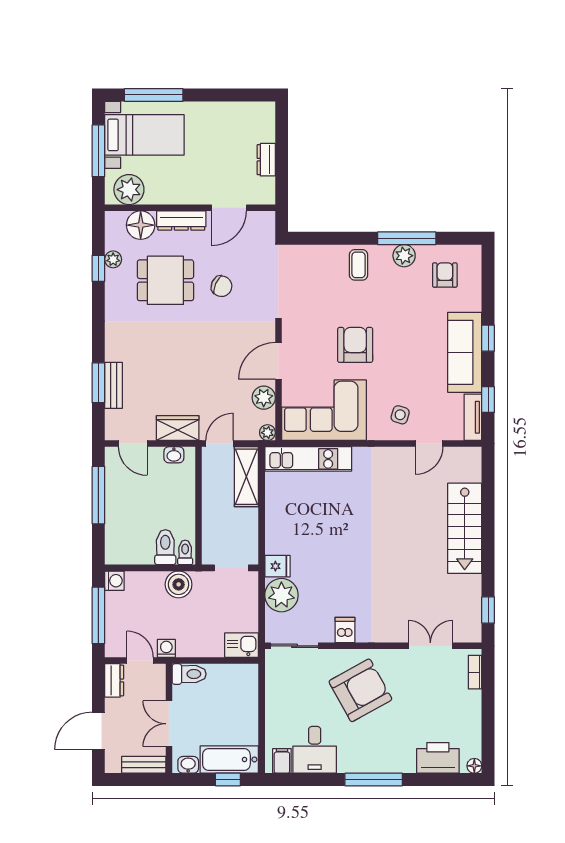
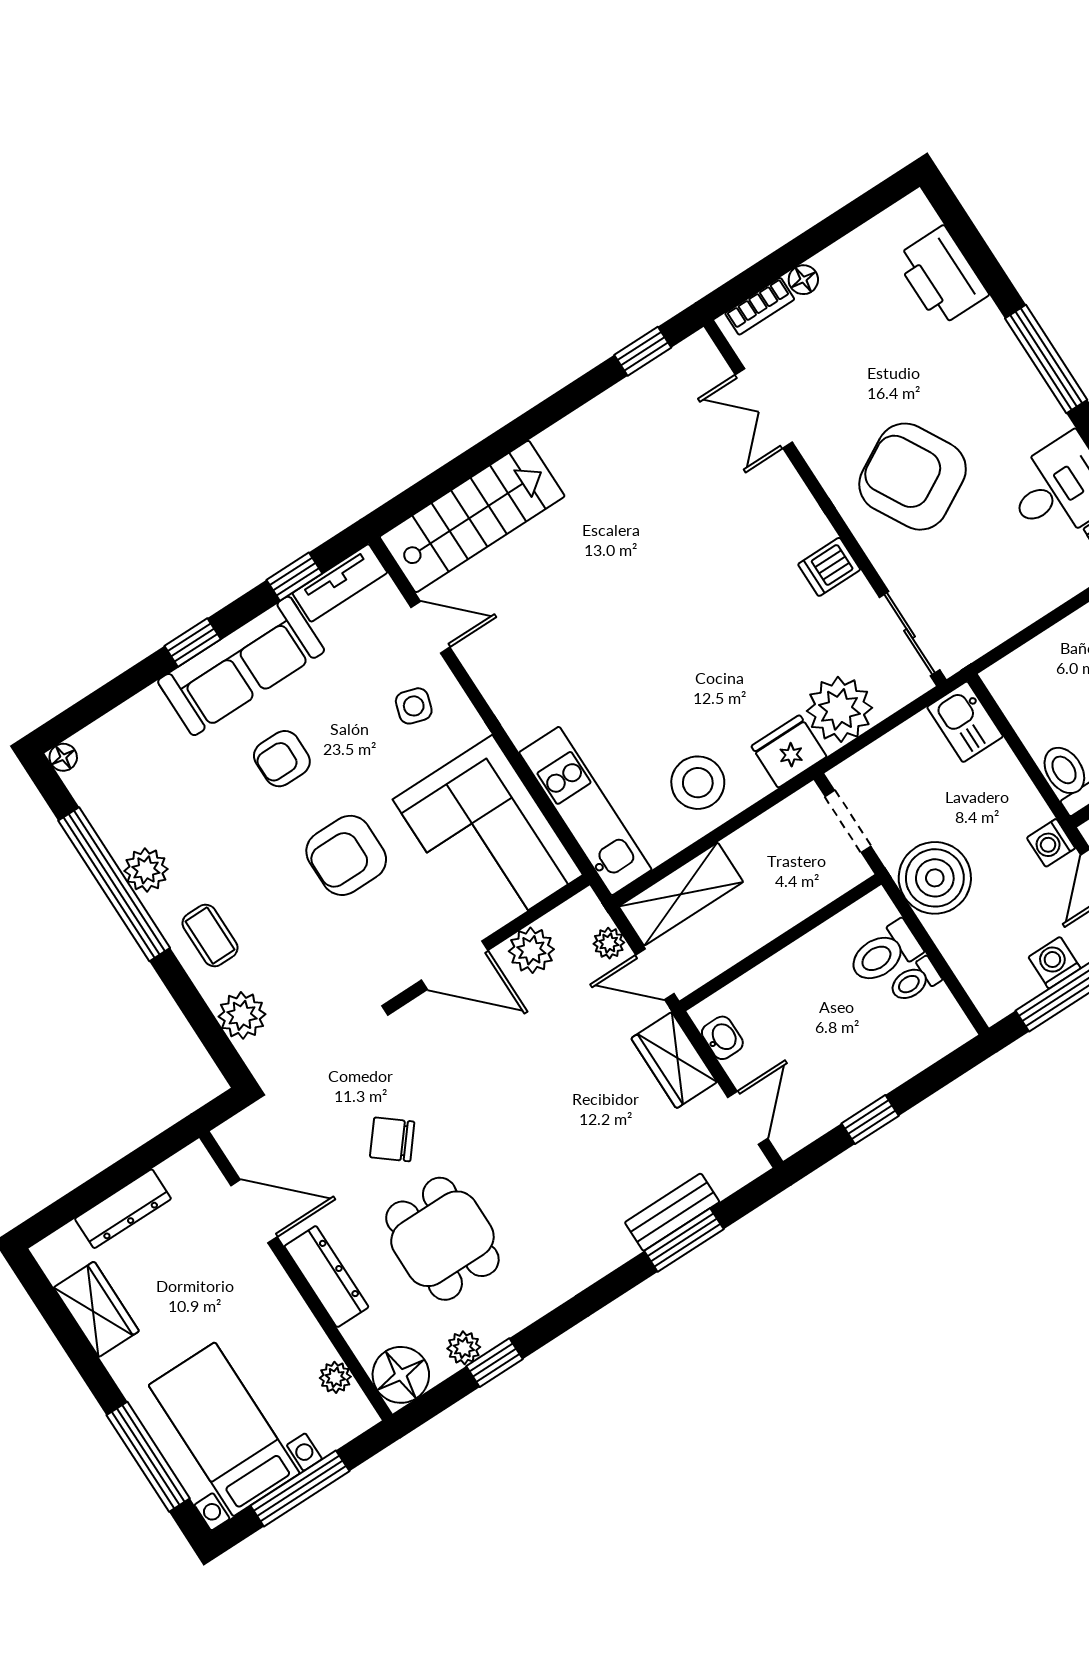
wardrobe: (231, 114) -> (96, 1309), added
dresser: (266, 160) -> (123, 1209), width x1.44
plant: (129, 190) -> (335, 1377), width x0.53, depth x0.53
floor lamp: (141, 225) -> (401, 1375), moved
window: (407, 238) -> (114, 884), width x1.46
floor lamp: (475, 251) -> (63, 757), added
plant: (316, 256) -> (242, 1015), added
coffee table: (359, 265) -> (210, 935), turned 90
armchair: (445, 275) -> (282, 759), moved
chair: (222, 286) -> (392, 1139), turned -75
plant: (267, 433) -> (609, 943), moved
window: (98, 495) -> (870, 1120), width x0.46
stool: (289, 515) -> (698, 783), added
stairs: (465, 528) -> (472, 516), moved
toilet: (185, 552) -> (915, 980), moved
fridge: (277, 566) -> (789, 751), width x1.38
washing machine: (114, 581) -> (1054, 963), moved
boiler: (179, 584) -> (935, 878), width x1.37, depth x1.37
floor lamp: (474, 766) -> (803, 280), moved

